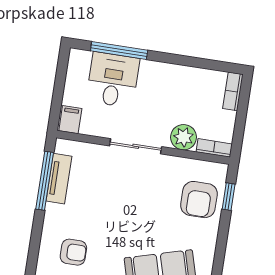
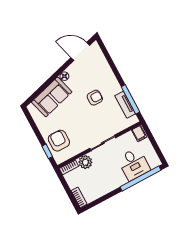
window: (119, 50) -> (140, 179), width x1.46
armchair: (73, 252) -> (95, 98), moved, turned 180

